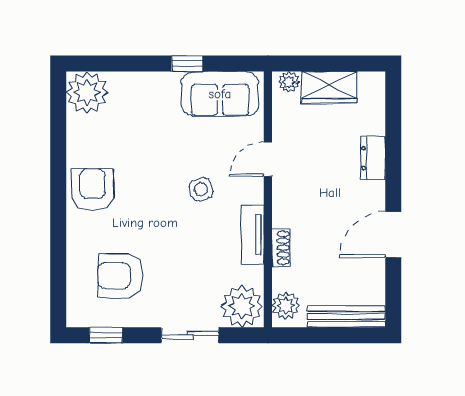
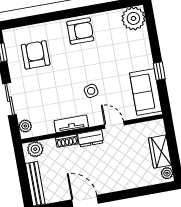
plant: (289, 82) -> (167, 173), moved
dresser: (373, 158) -> (91, 138), moved, turned 180
plant: (242, 306) -> (25, 126), width x0.53, depth x0.53

